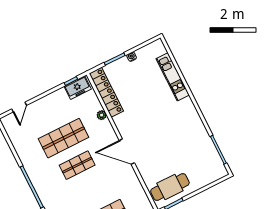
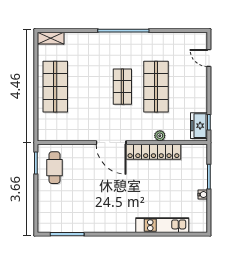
locker: (106, 92) -> (153, 152), moved
door: (127, 152) -> (111, 143), swing flipped
cafe table: (170, 187) -> (54, 168), width x0.73, depth x0.74

